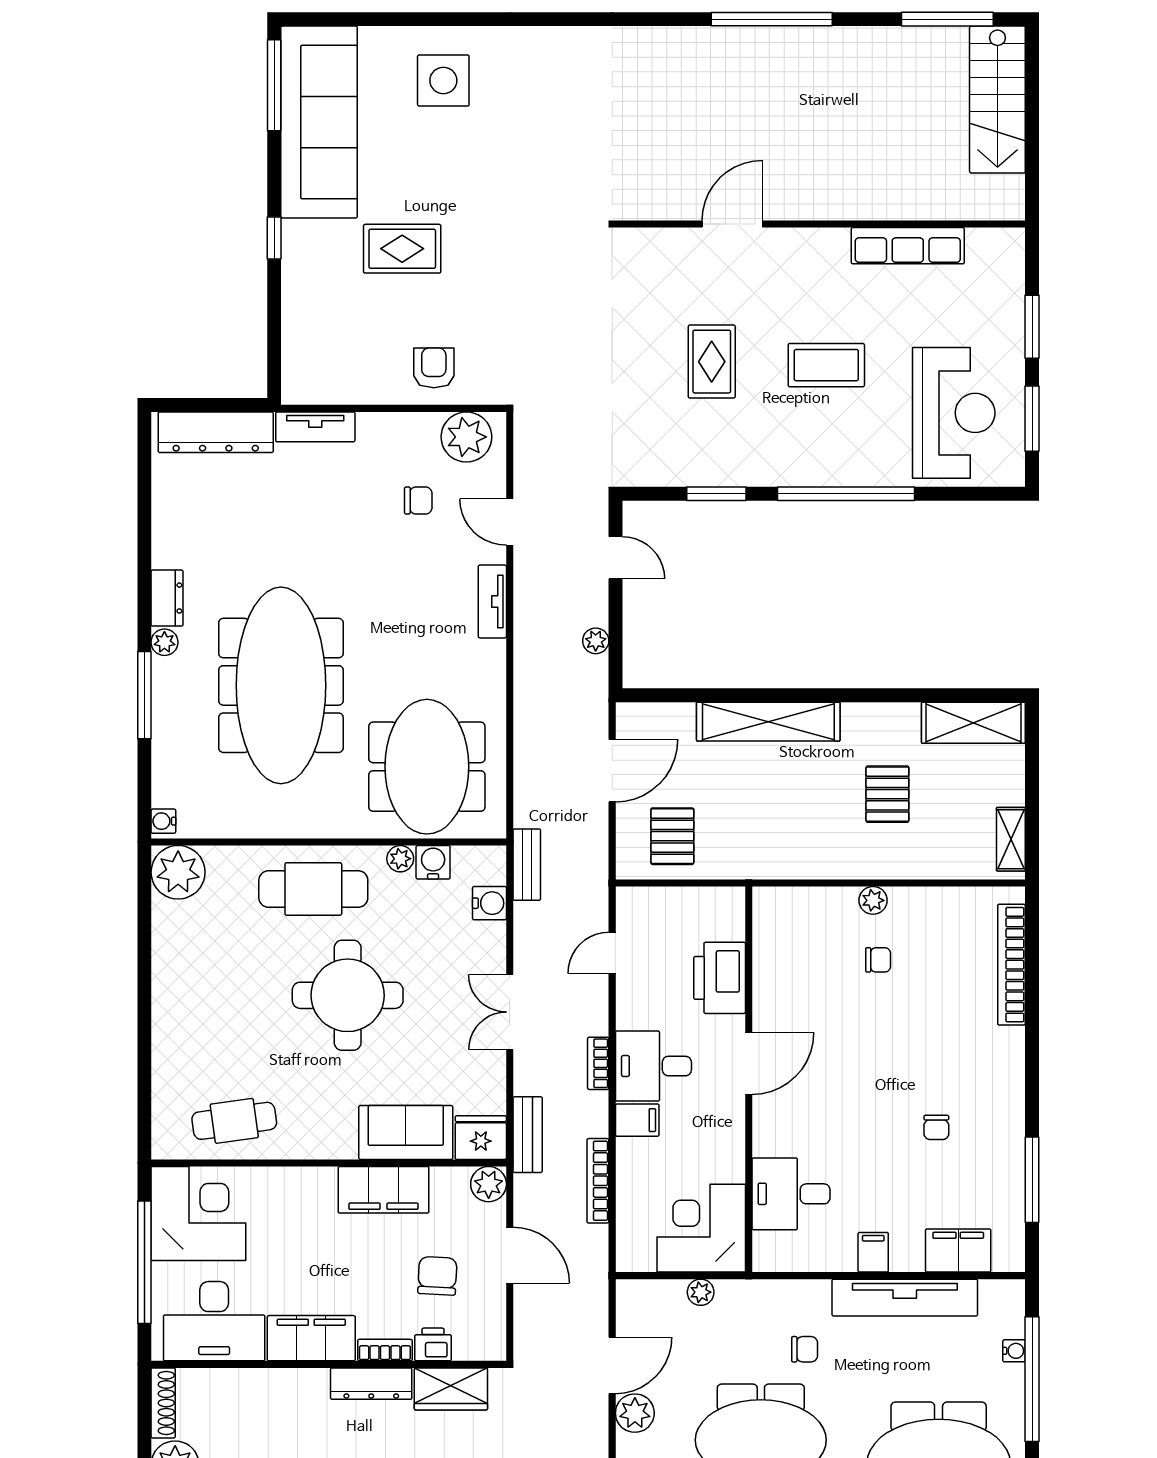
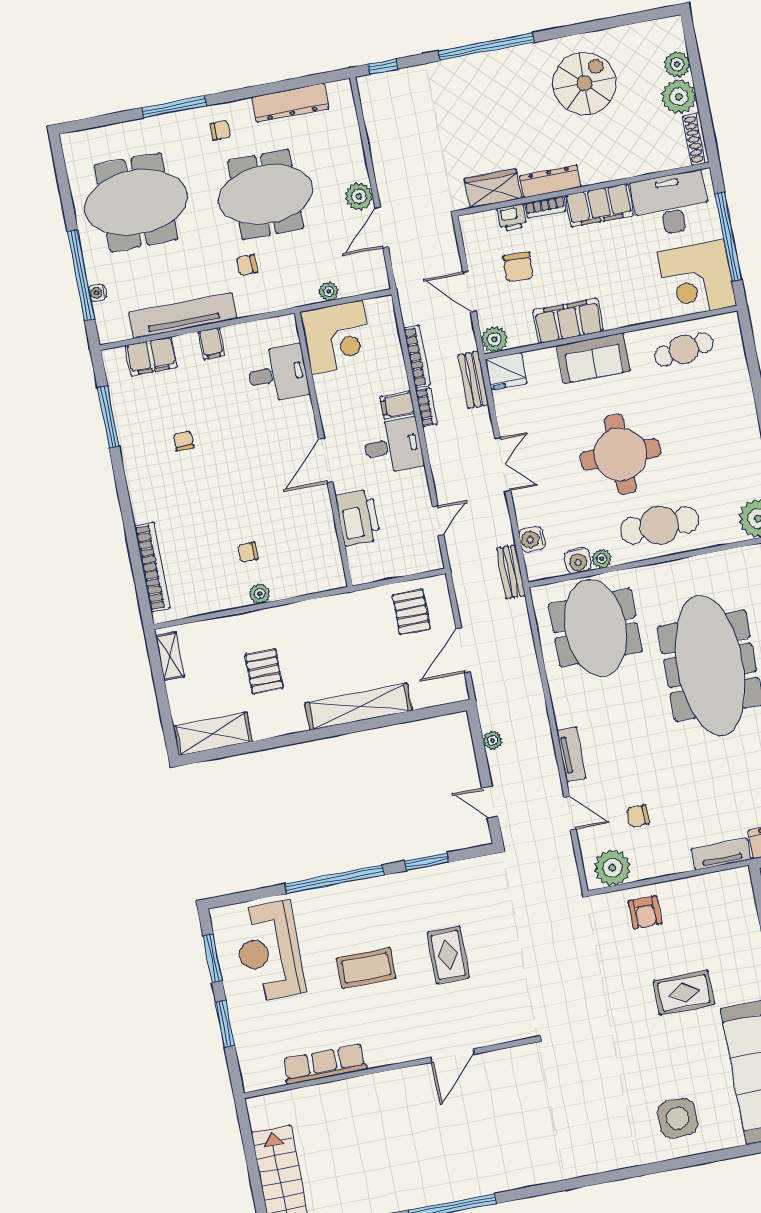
bookcase: (598, 1063) -> (427, 407), moved
sofa: (406, 1132) -> (593, 358), moved

